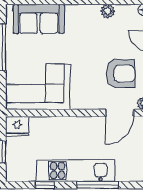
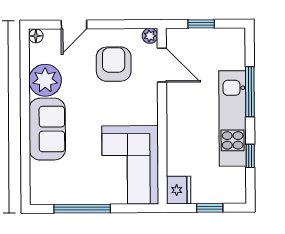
plant: (108, 11) -> (45, 80), width x1.88, depth x1.88
sofa: (39, 19) -> (47, 129), moved

